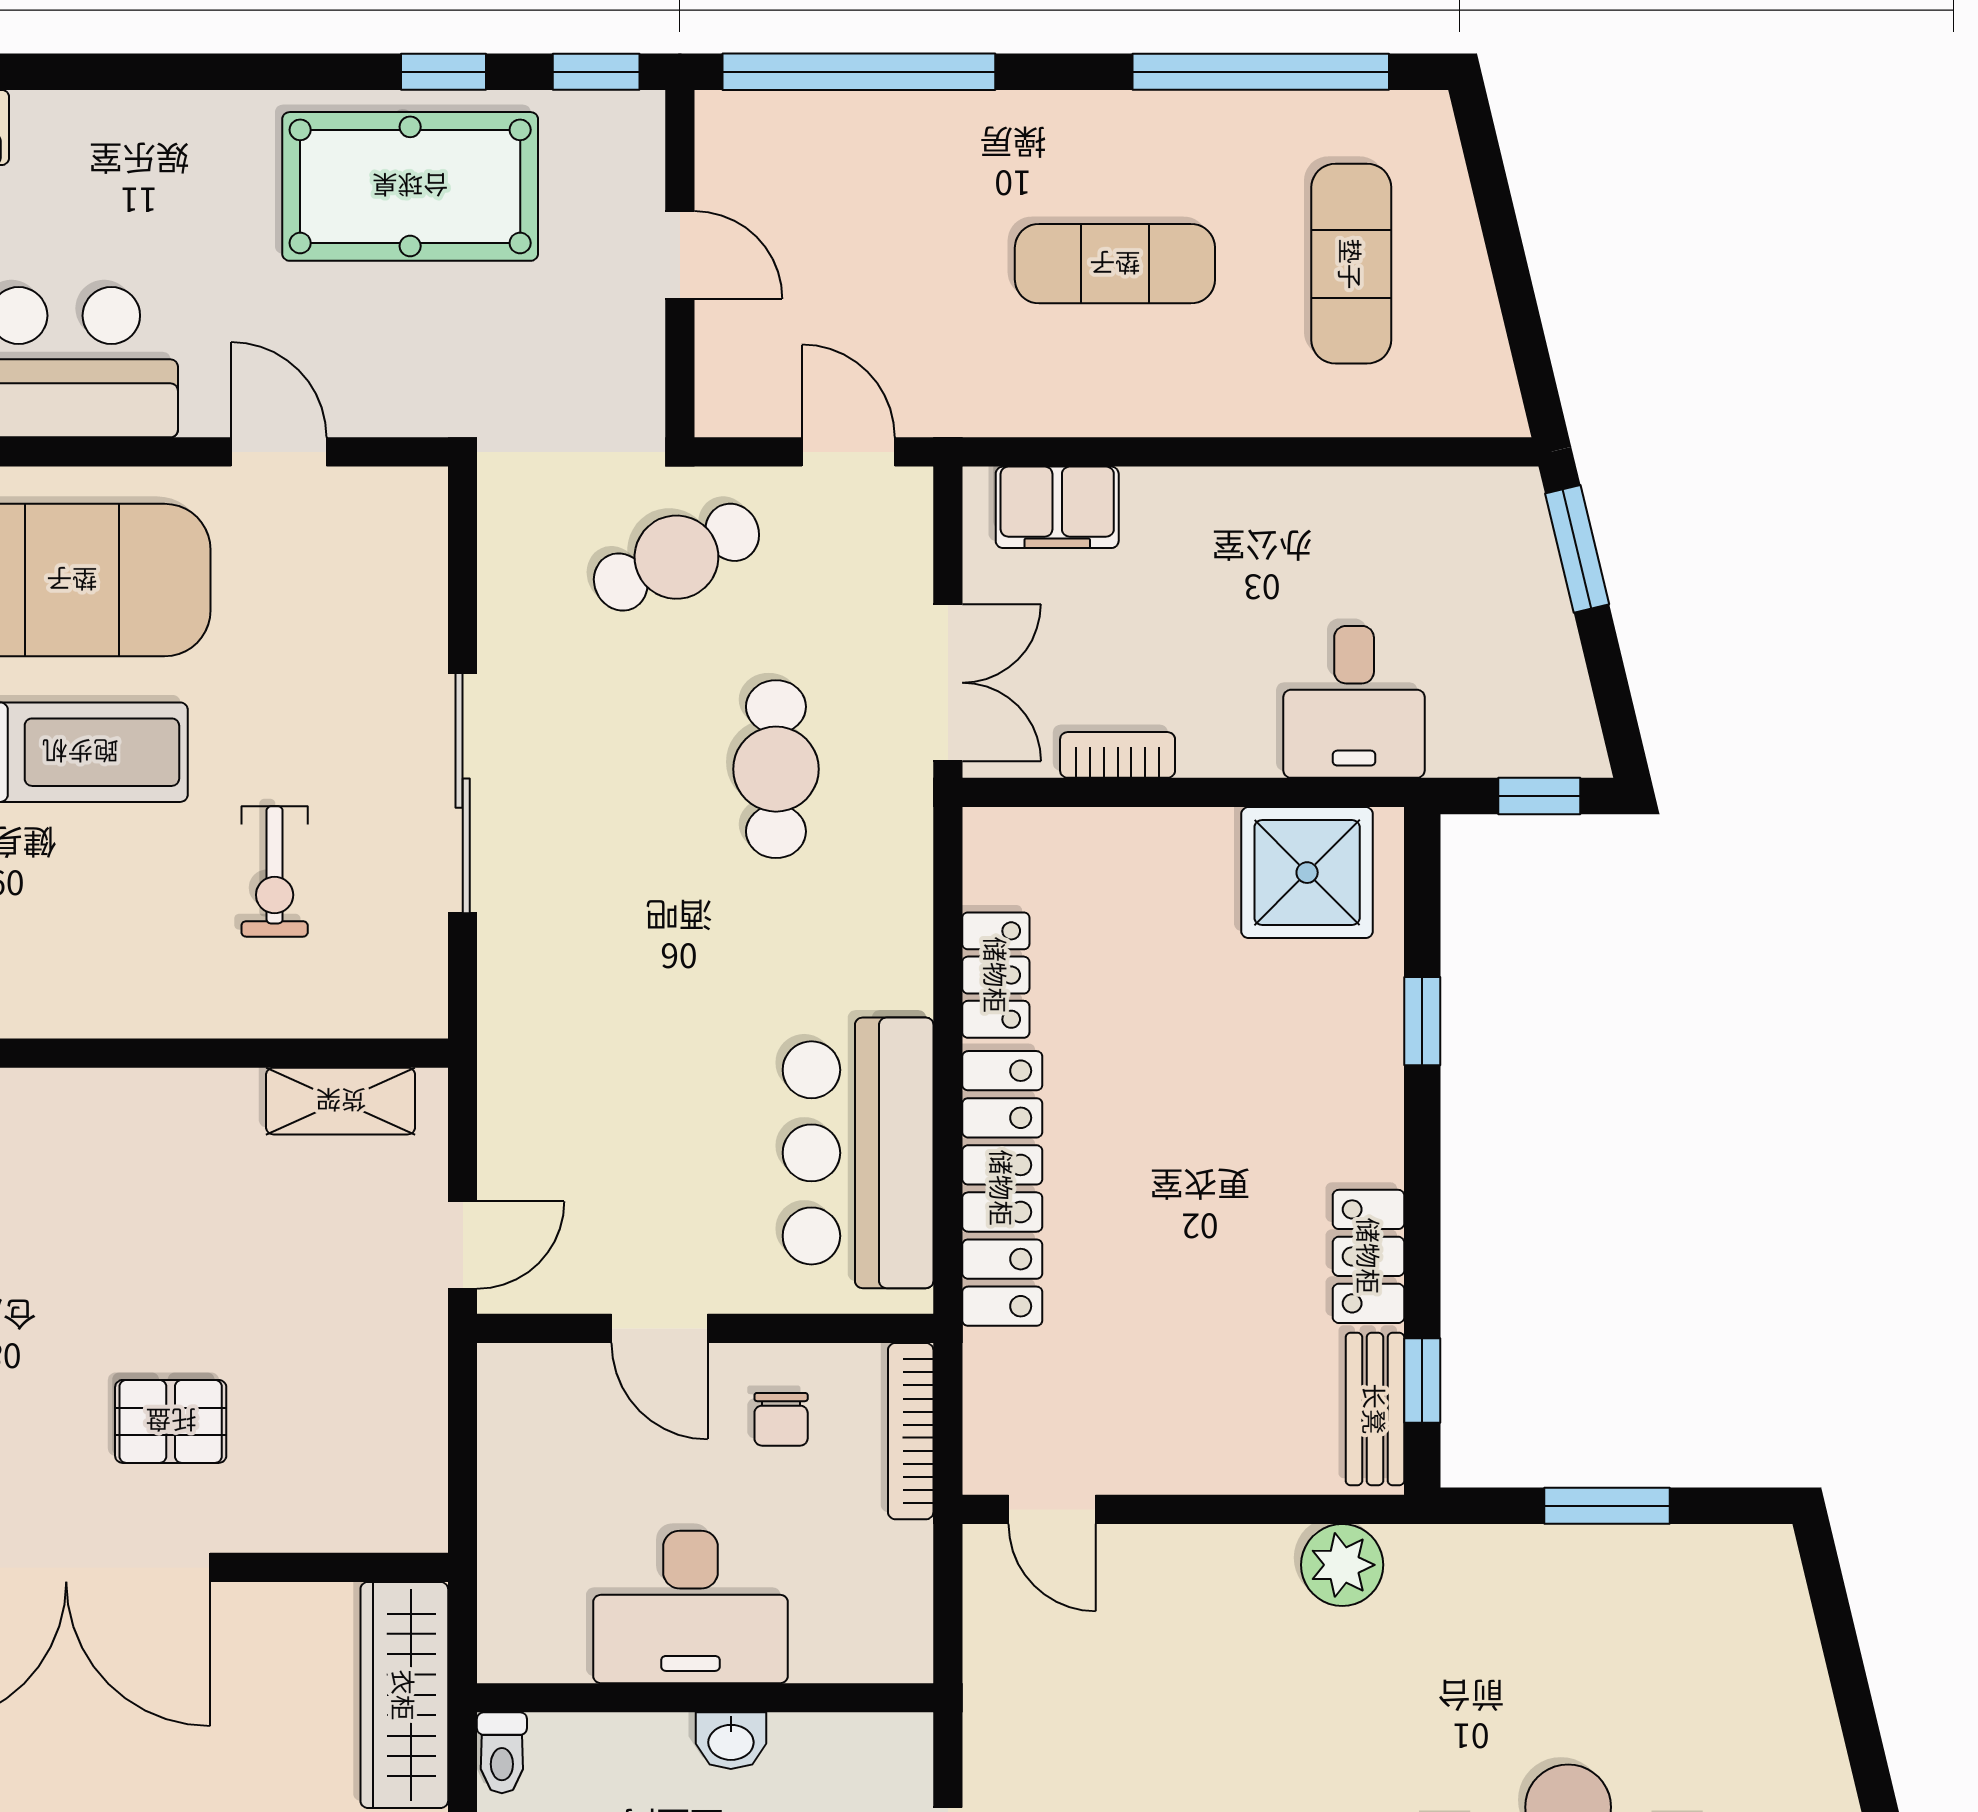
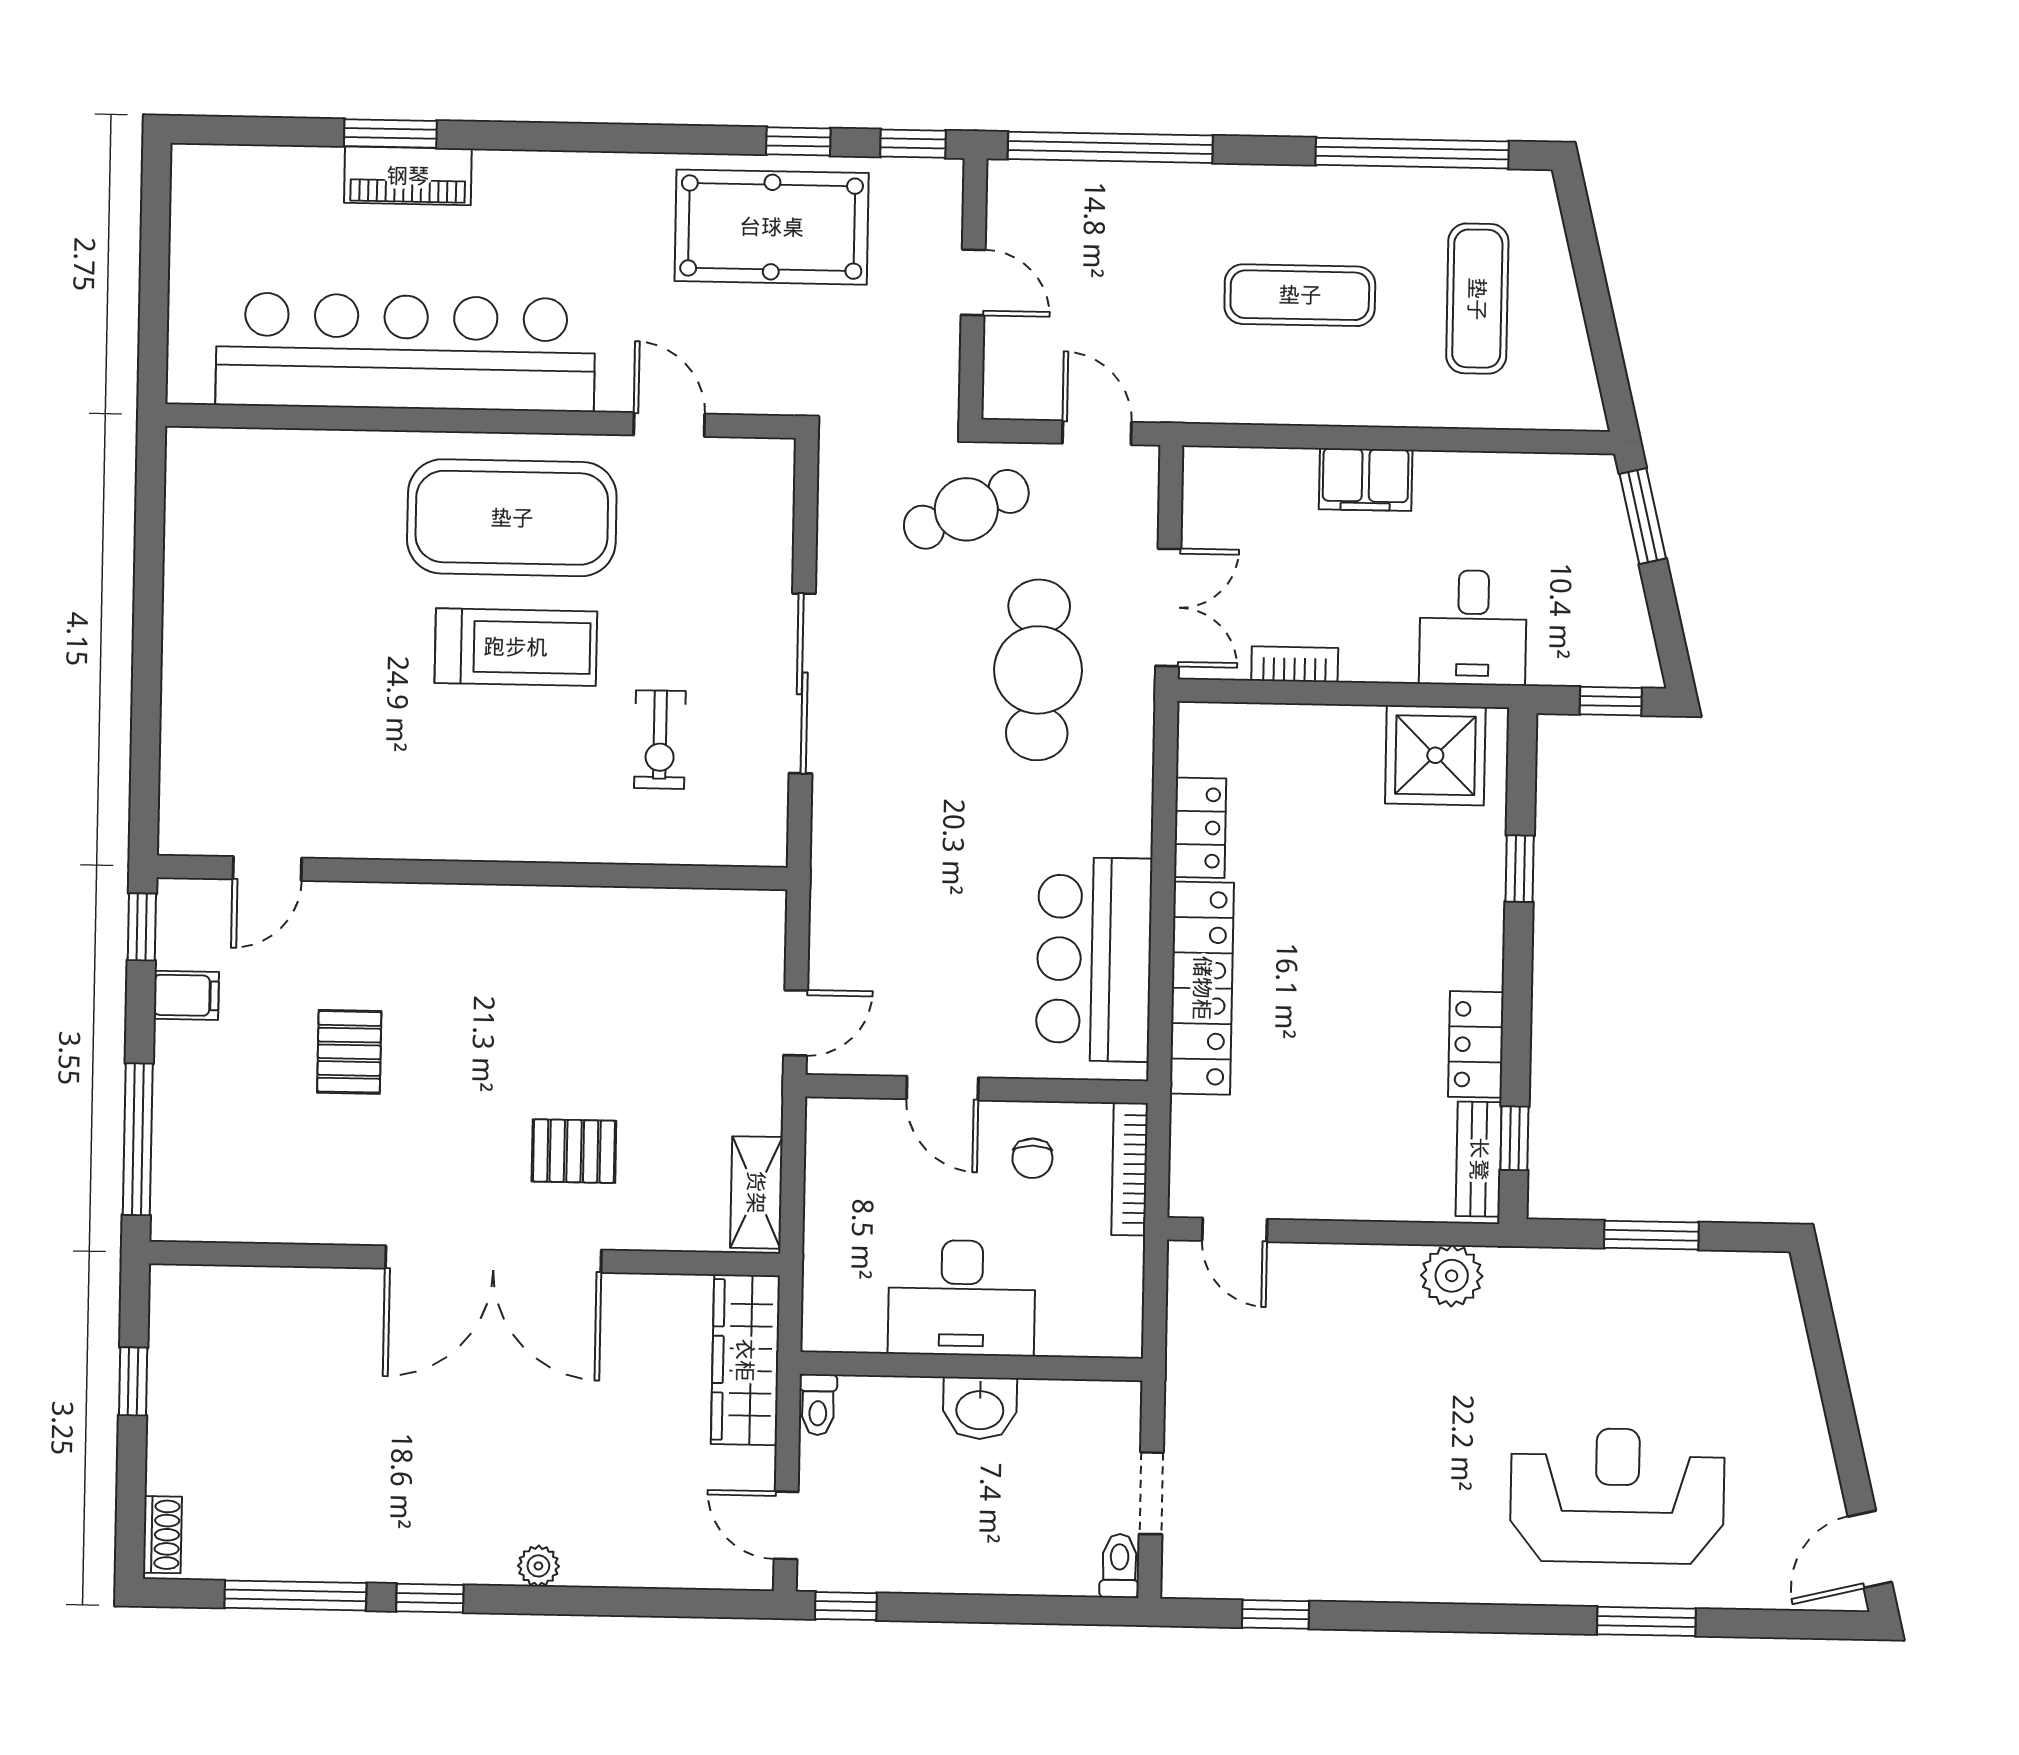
filing cabinet: (1057, 507) -> (1366, 480), moved
cafe table: (776, 769) -> (1038, 670), width x1.37, depth x1.35
shelving: (341, 1101) -> (756, 1192), moved, turned 90
washbasin: (731, 1741) -> (980, 1408), width x1.38, depth x1.45

